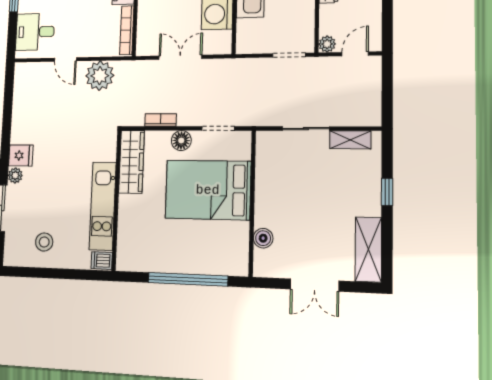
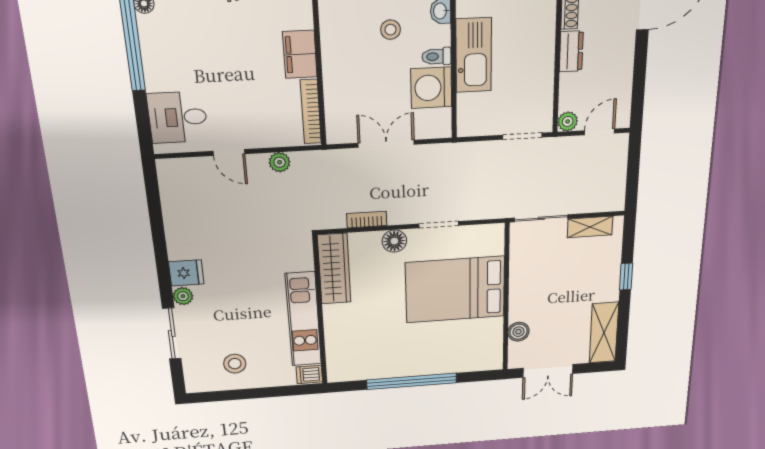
plant: (100, 76) -> (280, 162), width x0.53, depth x0.53
bed: (208, 190) -> (455, 290), moved
wall: (252, 203) -> (506, 298), moved
boiler: (263, 238) -> (518, 332), moved

